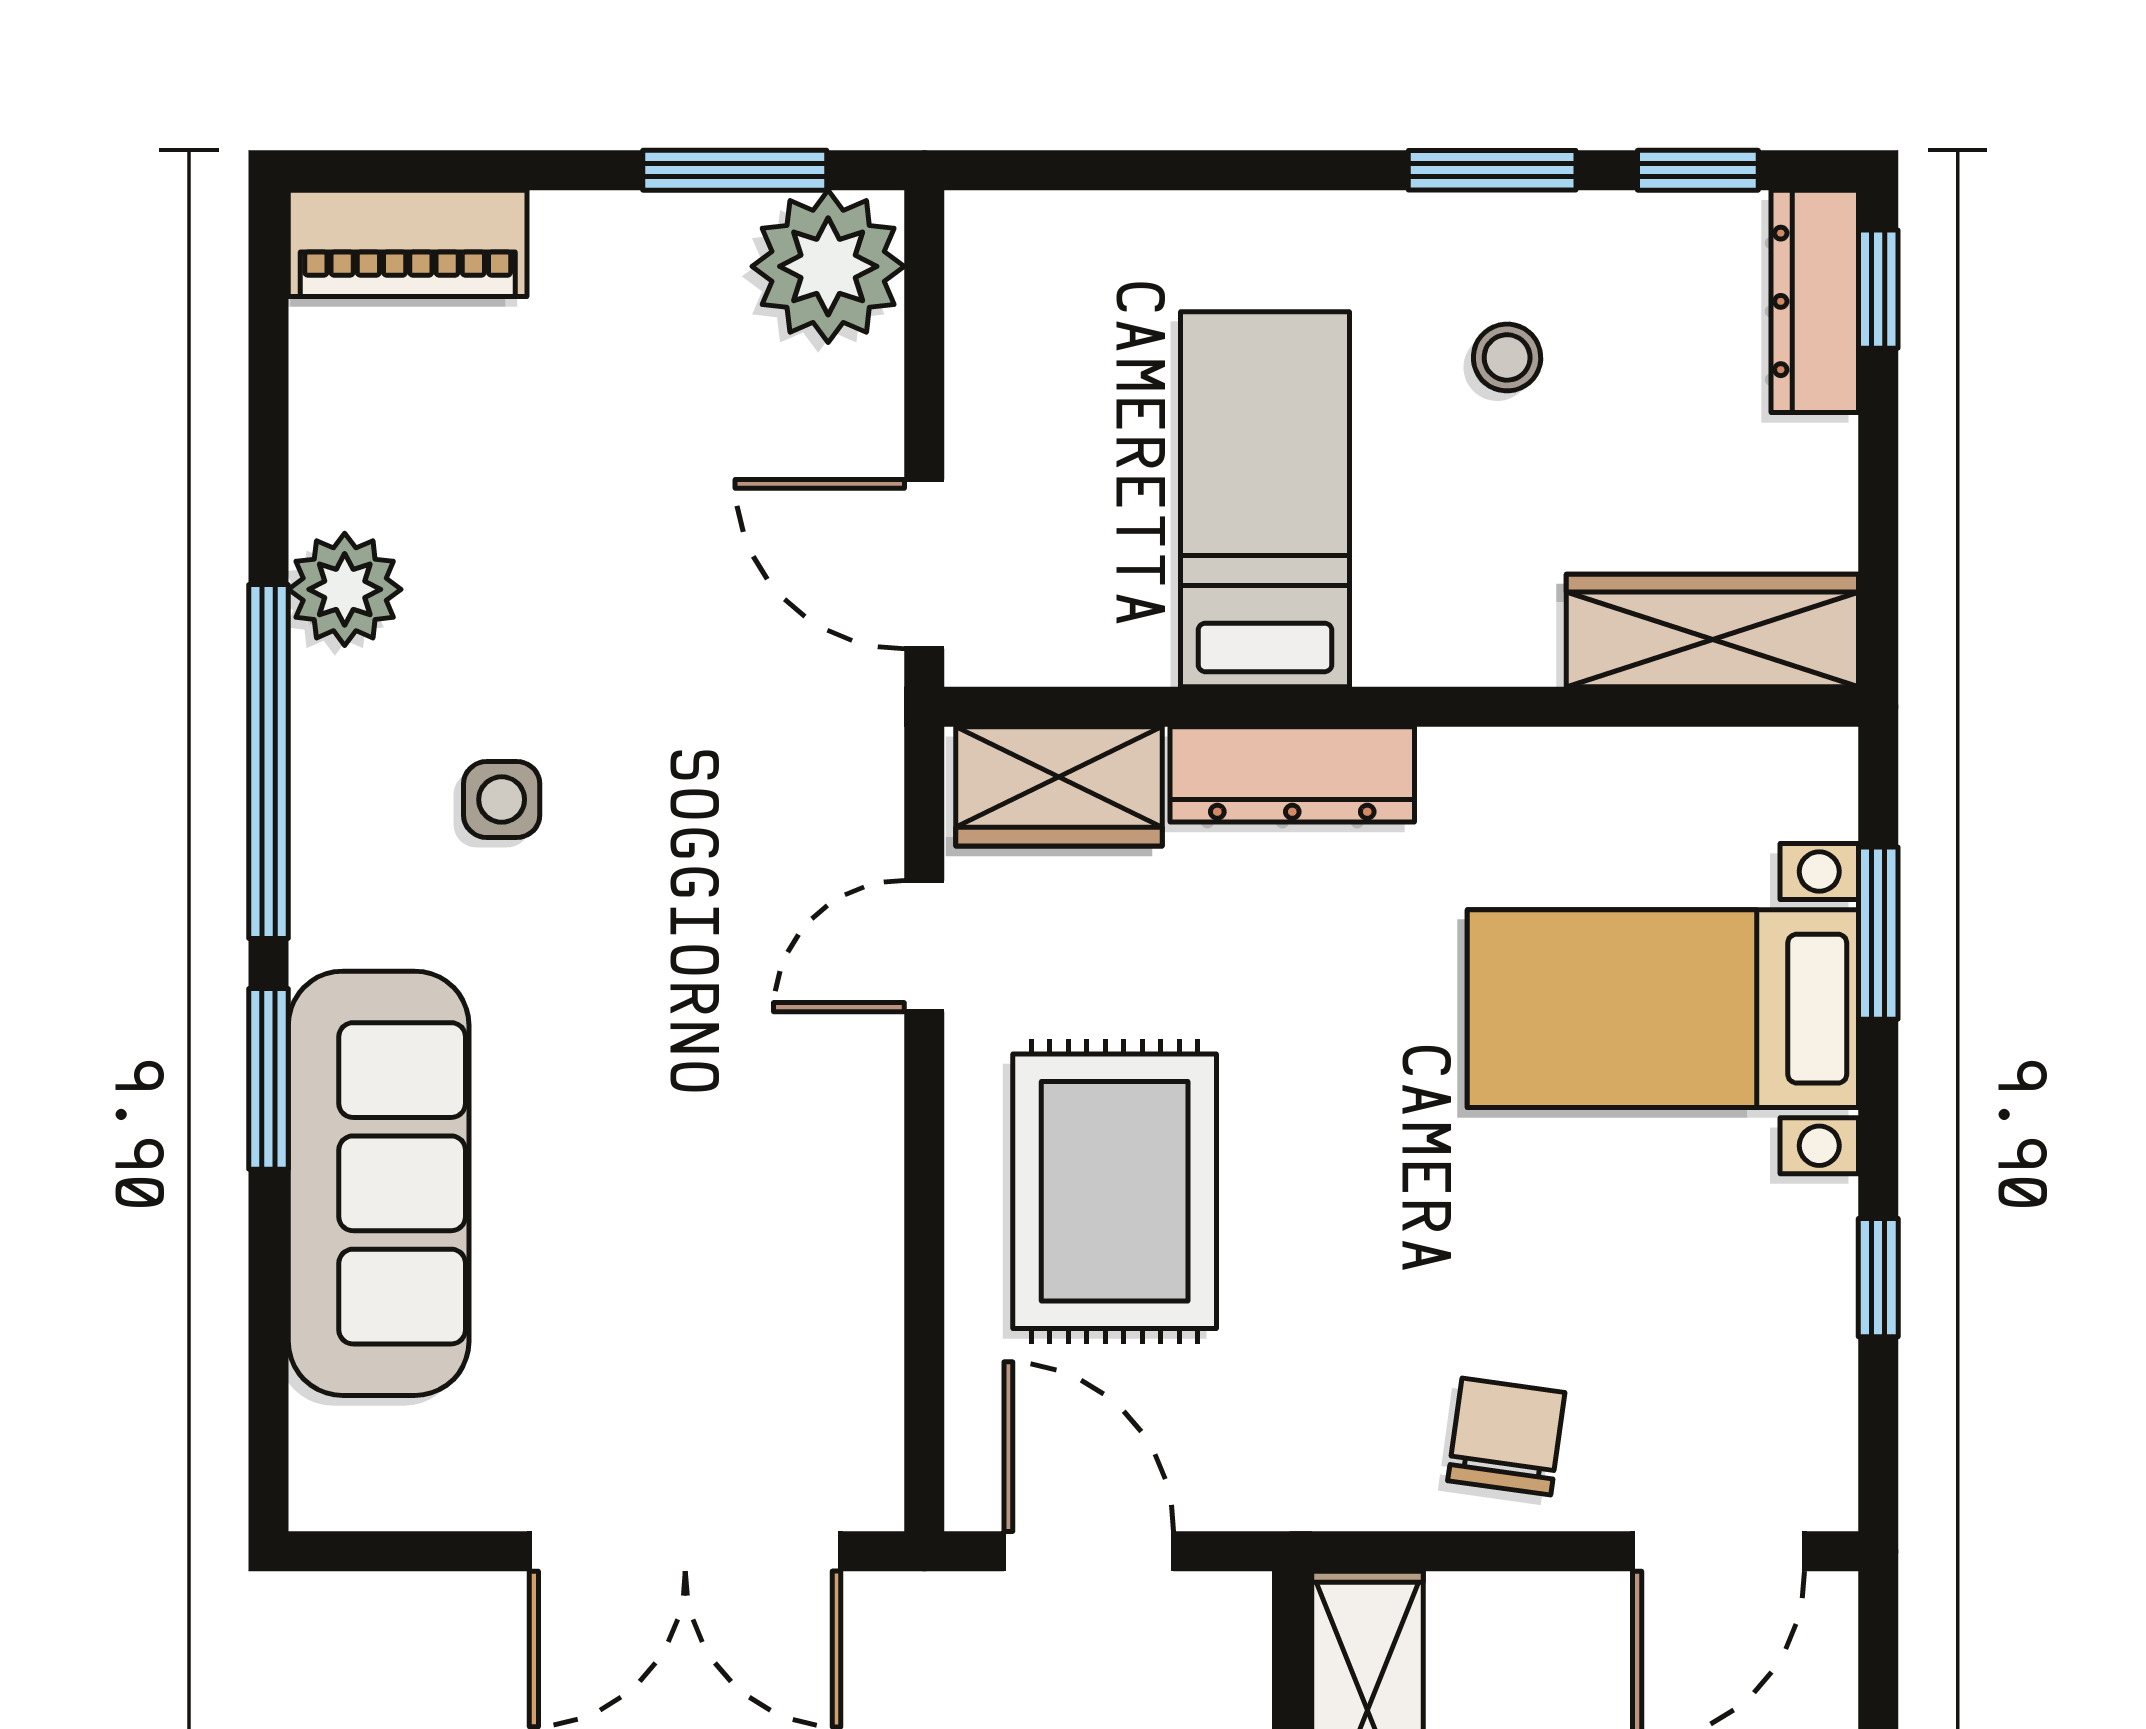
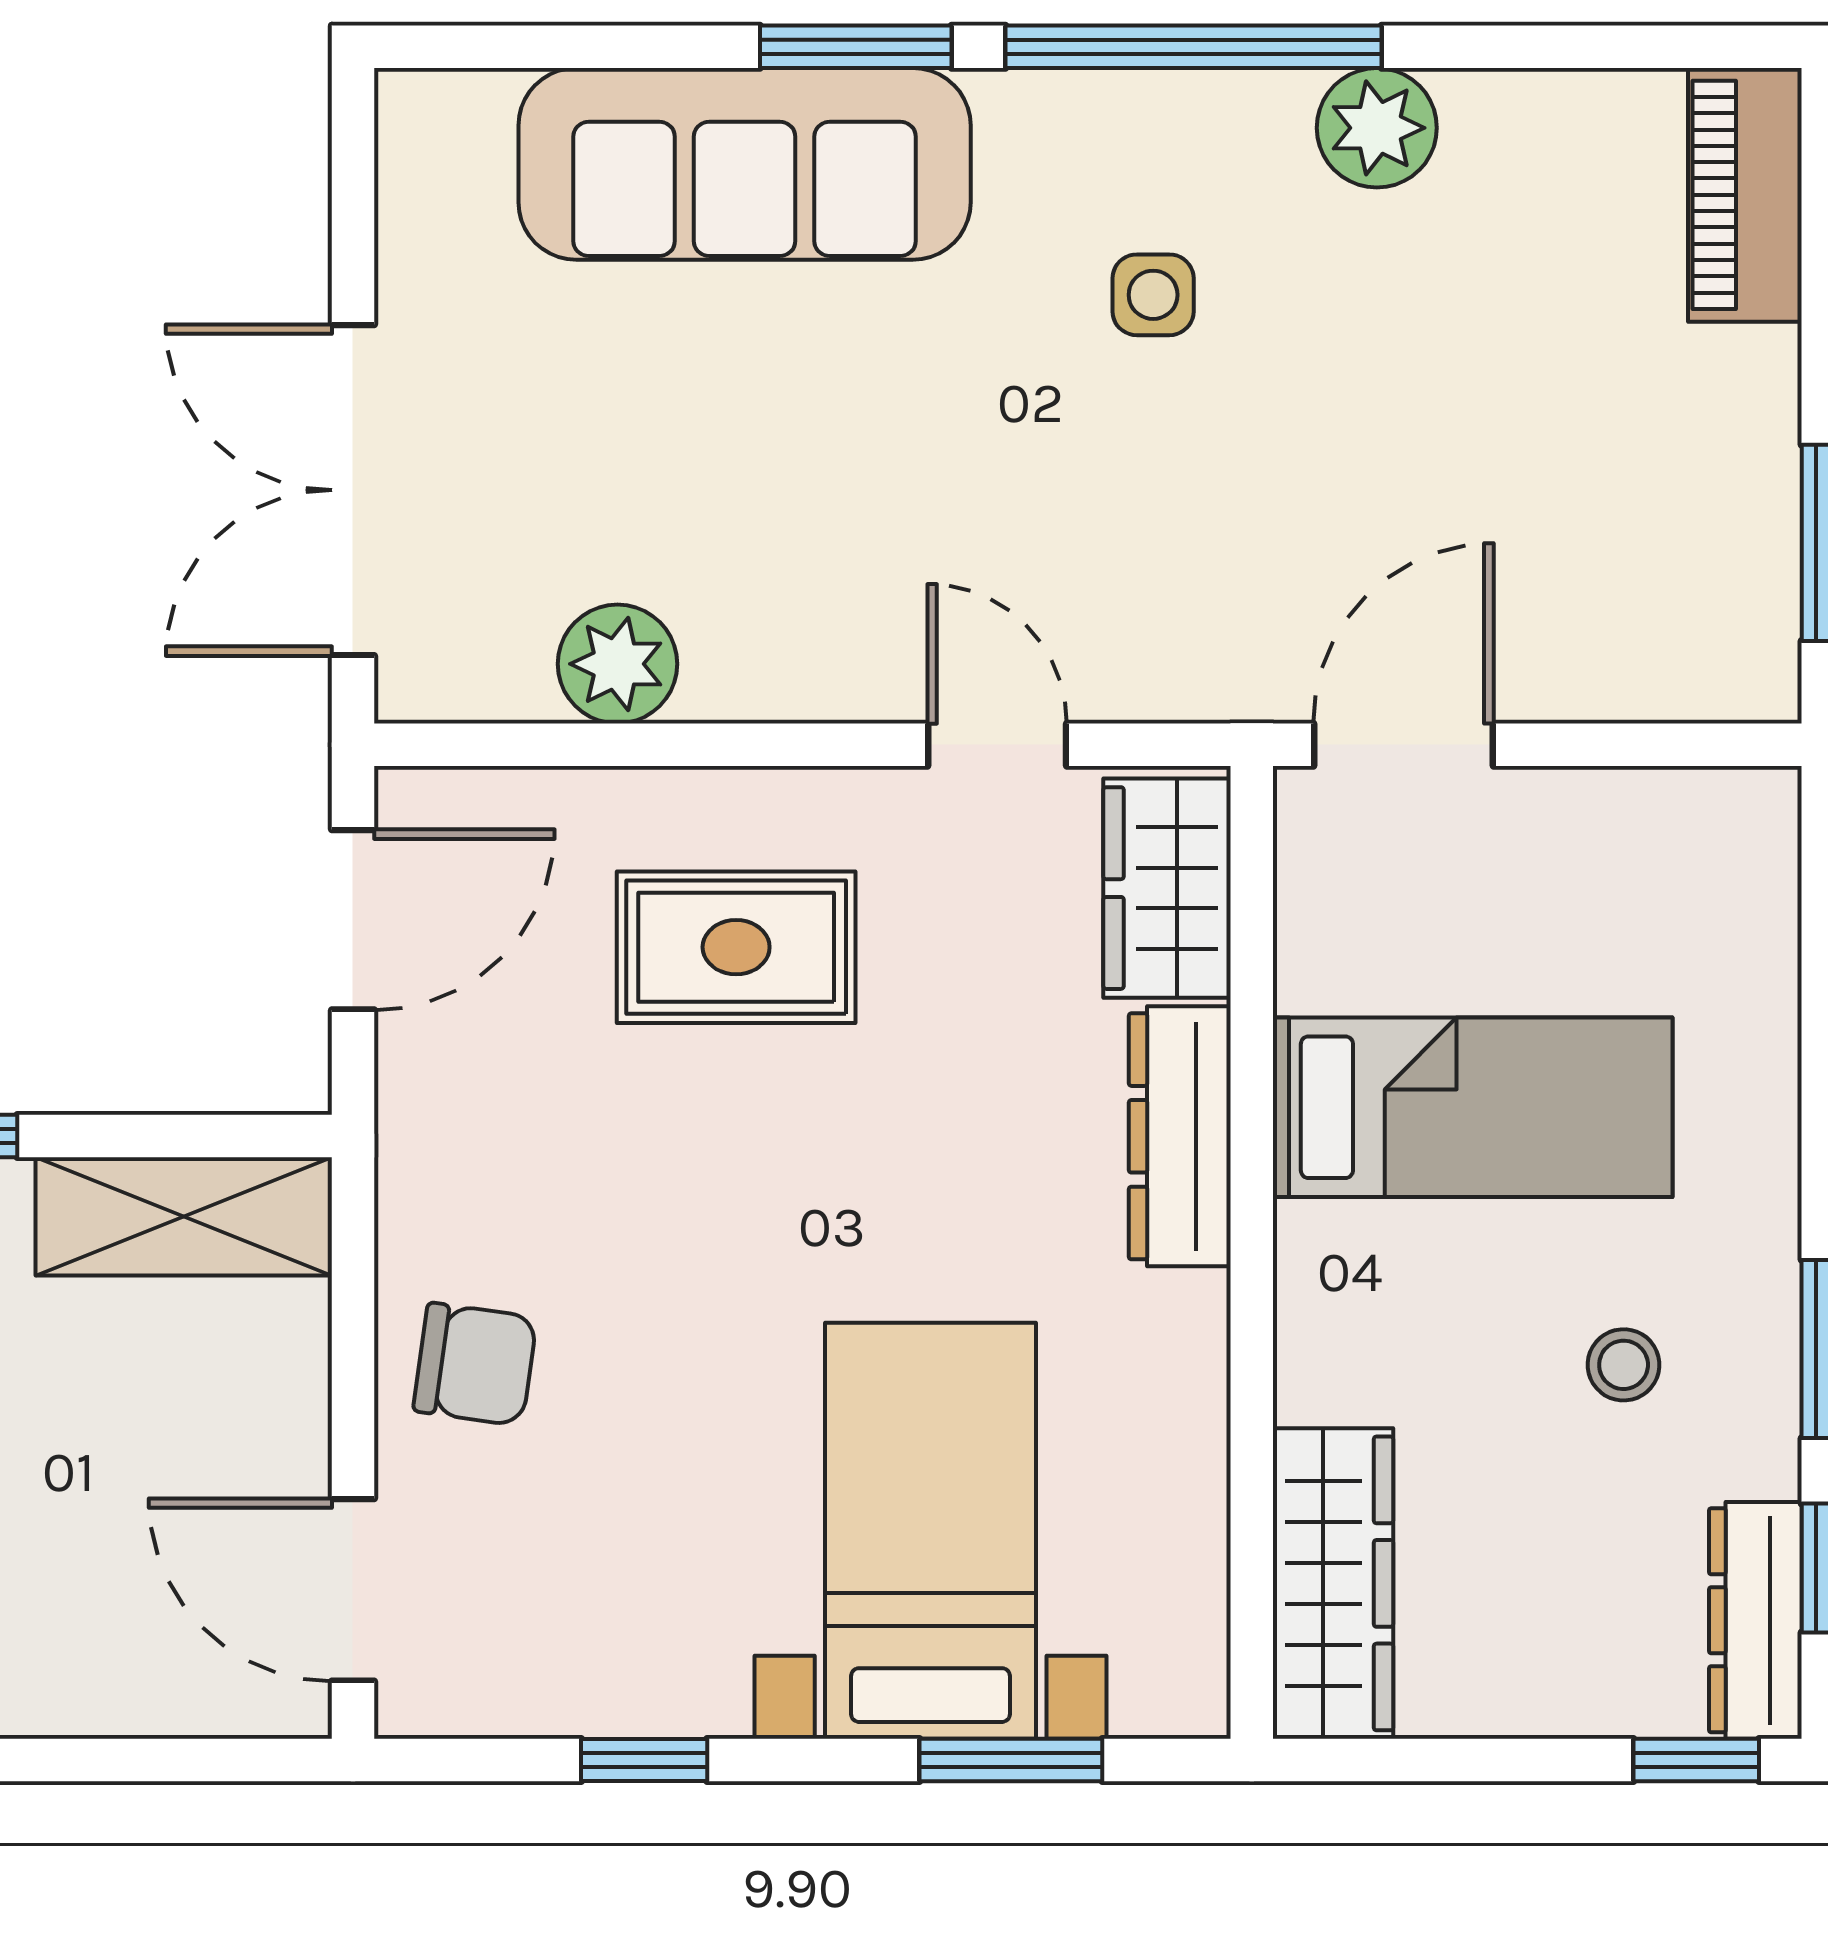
plant: (828, 266) -> (617, 664), moved, width x0.73, depth x0.73
dresser: (1815, 301) -> (1755, 1620), moved, turned -90
rug: (1115, 1191) -> (736, 947), width x0.73, depth x0.70

